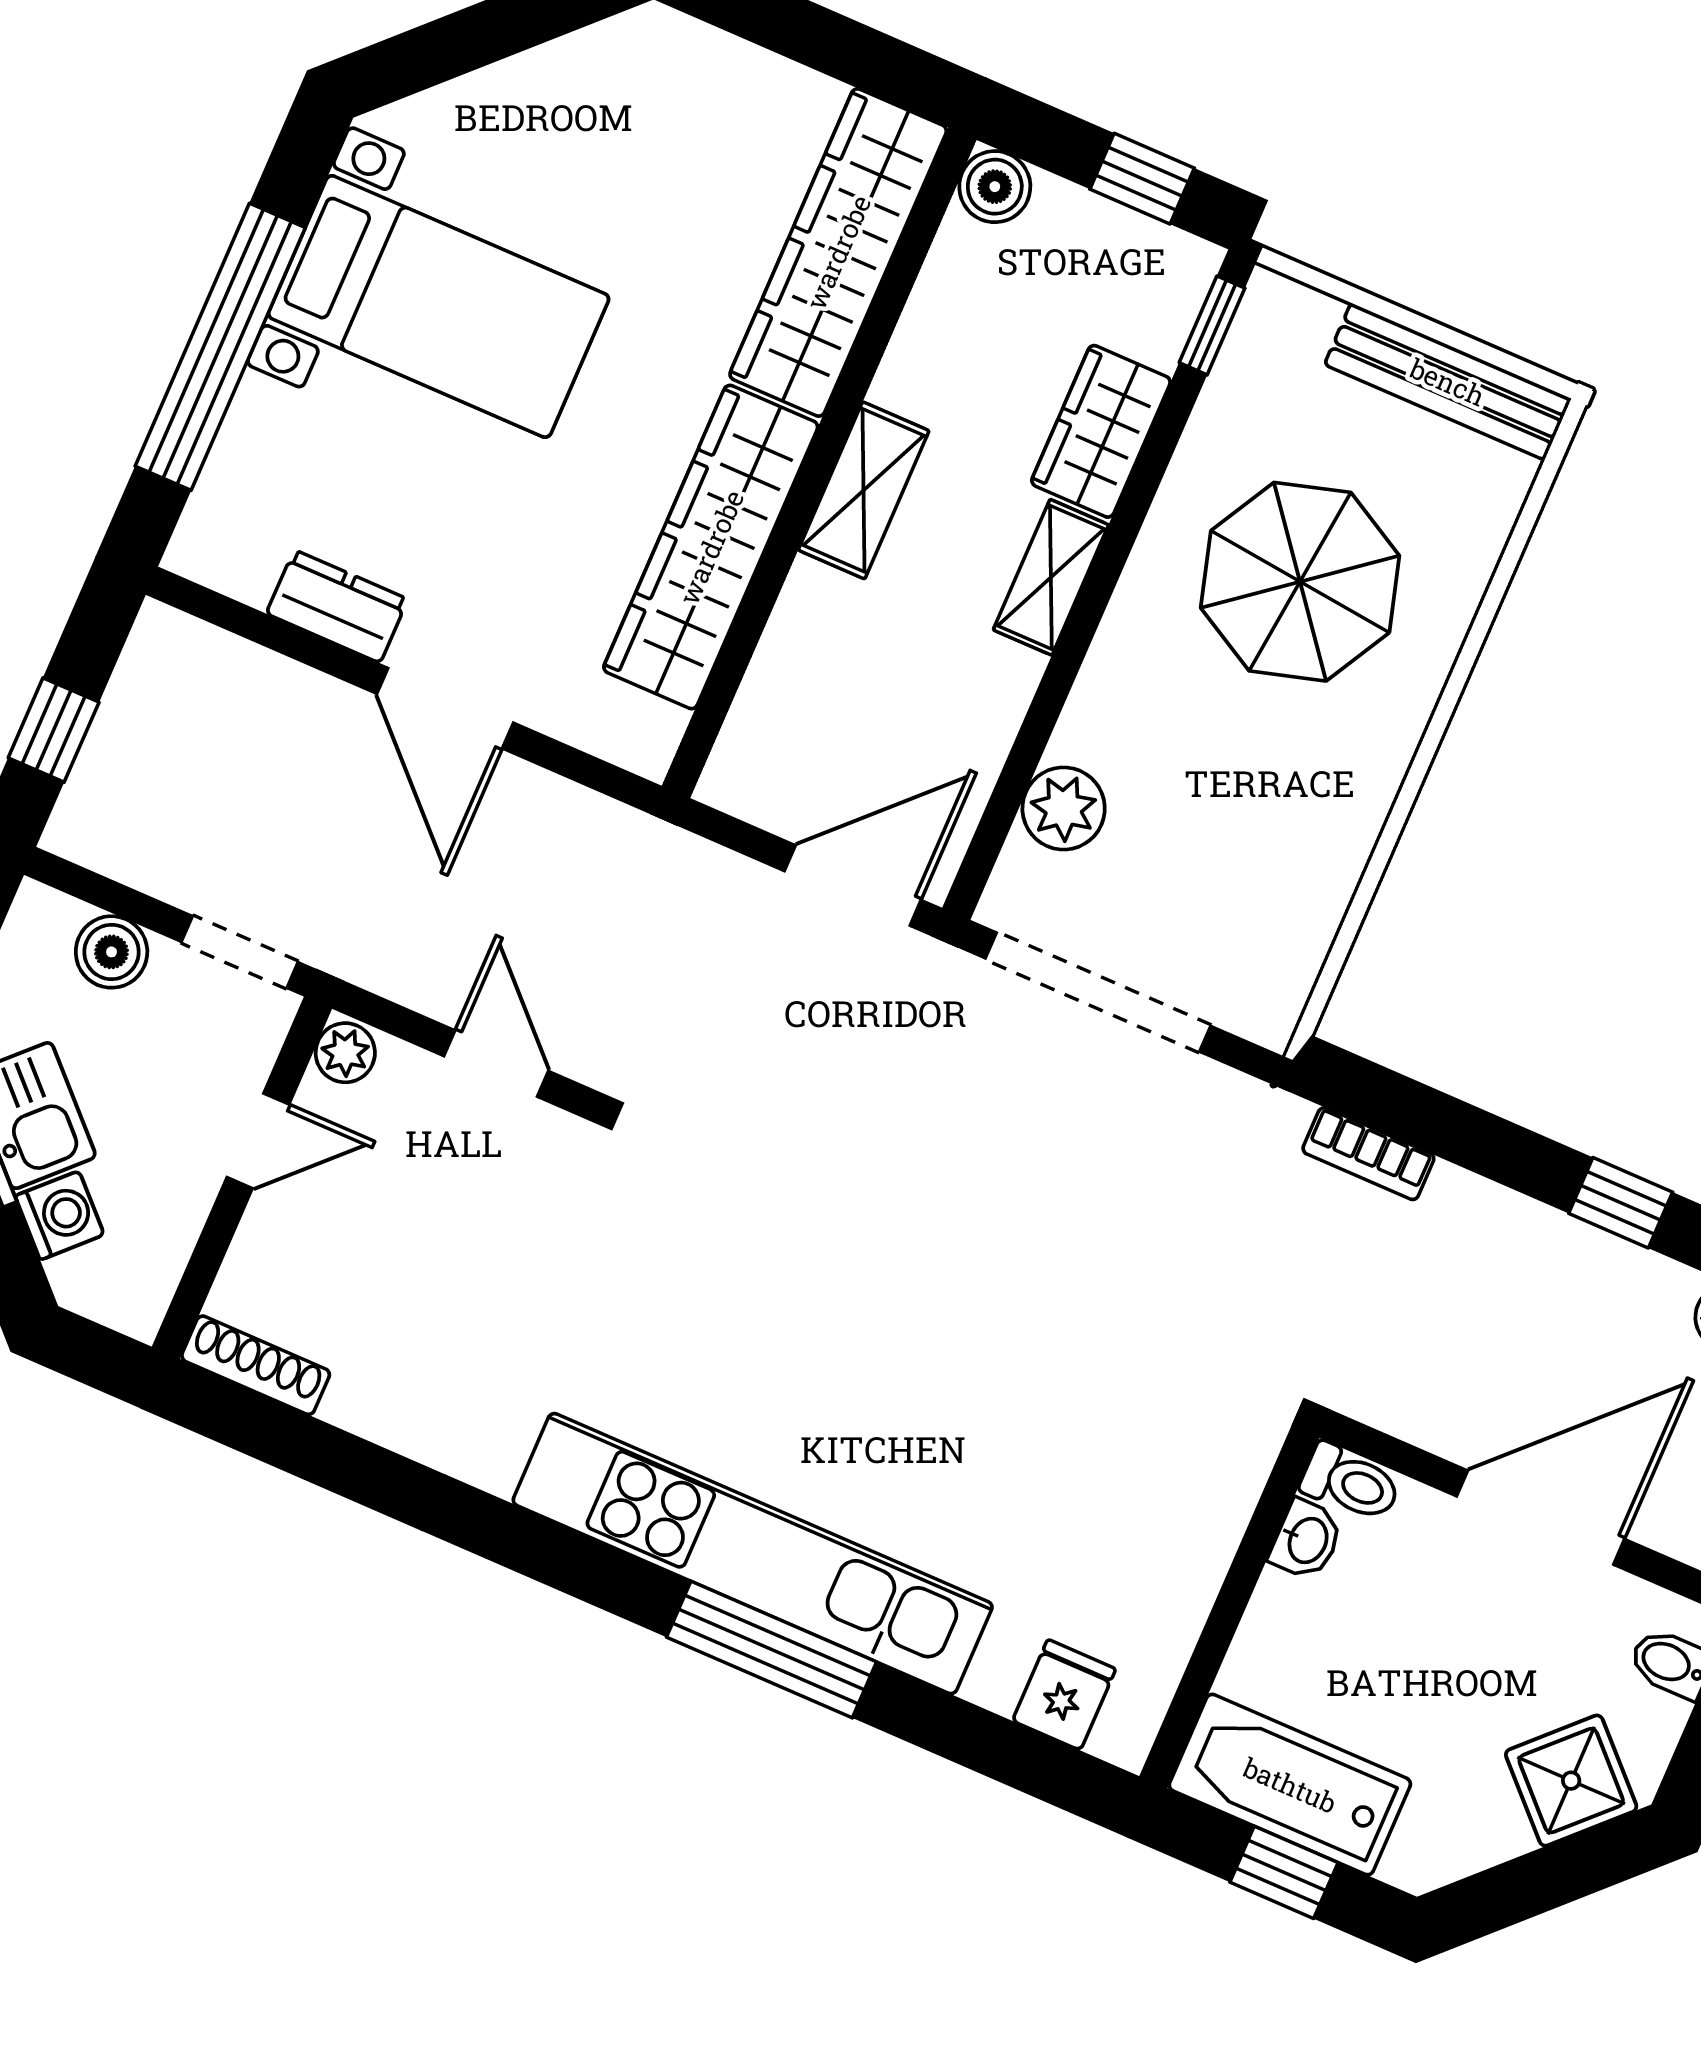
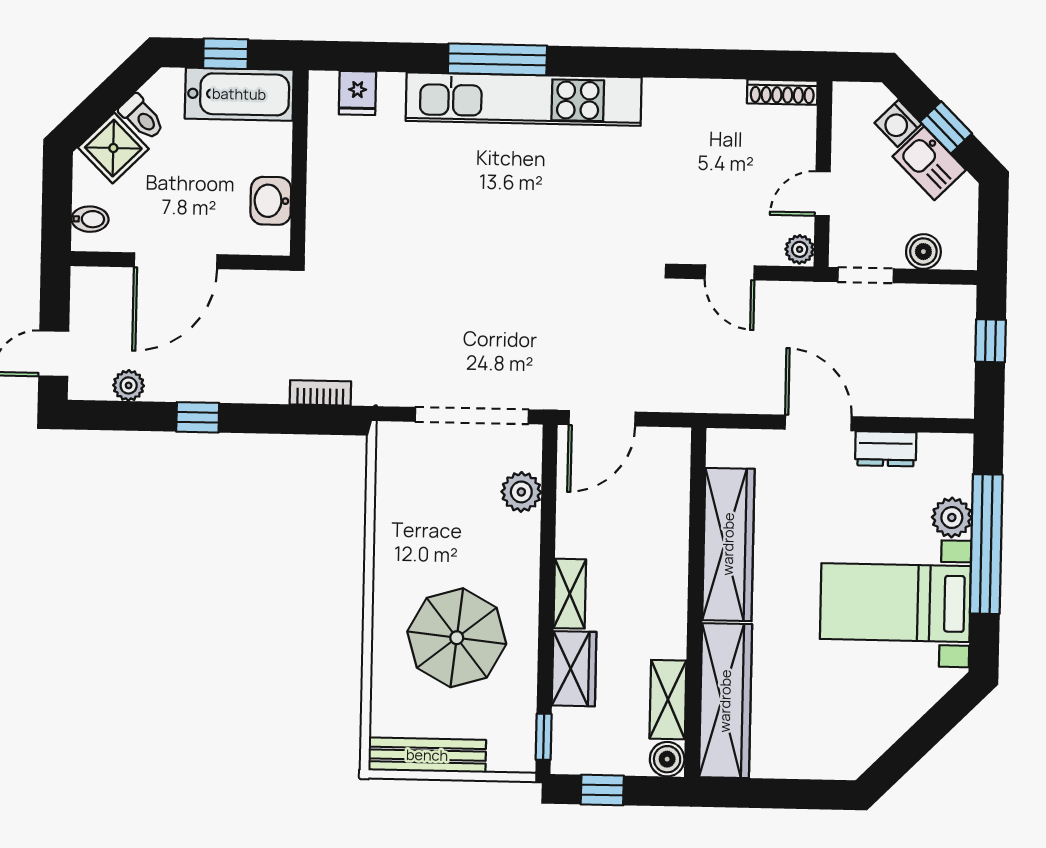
plant: (265, 424) -> (952, 518), added
shelving: (864, 490) -> (668, 700), moved
toilet: (1351, 1483) -> (142, 117), moved, turned -135
washbasin: (1306, 1540) -> (271, 201), width x1.38, depth x1.45

